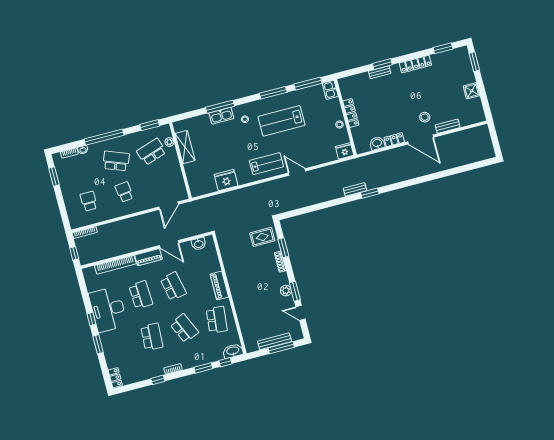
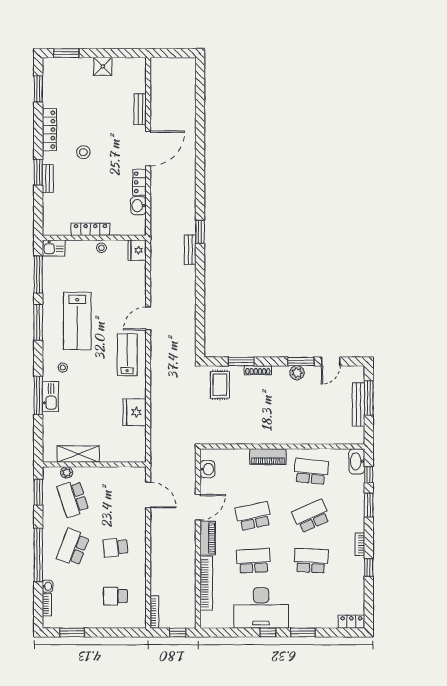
stool: (425, 117) -> (83, 152), moved

